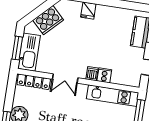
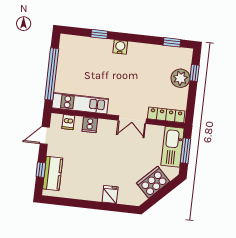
dishwasher: (92, 74) -> (68, 122), moved
double door: (65, 79) -> (132, 120), swing flipped

